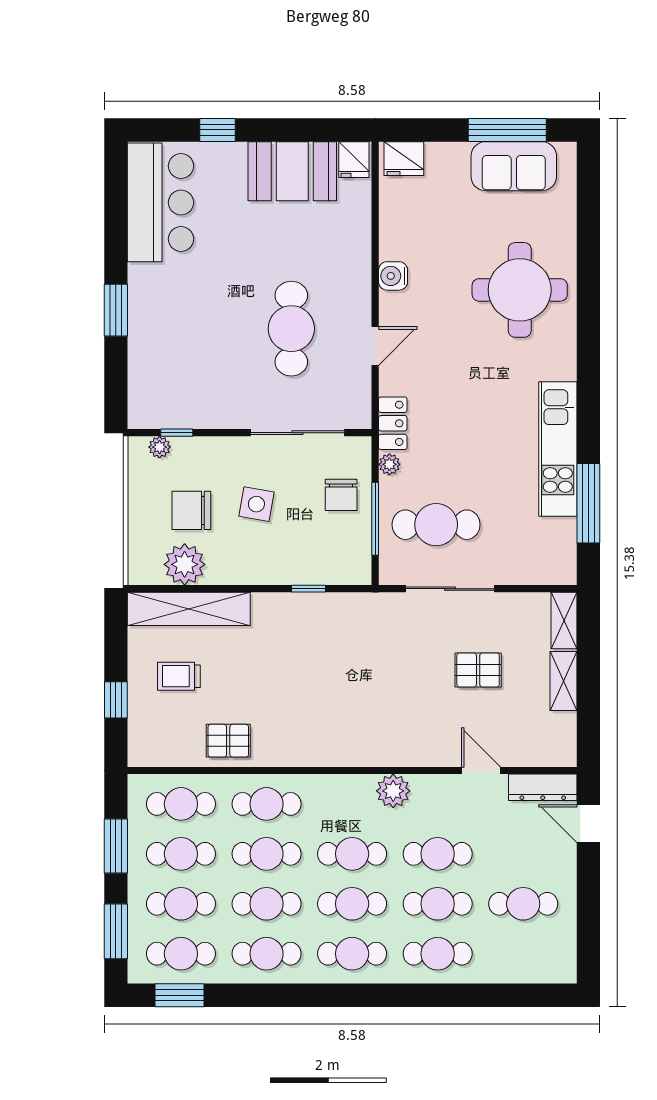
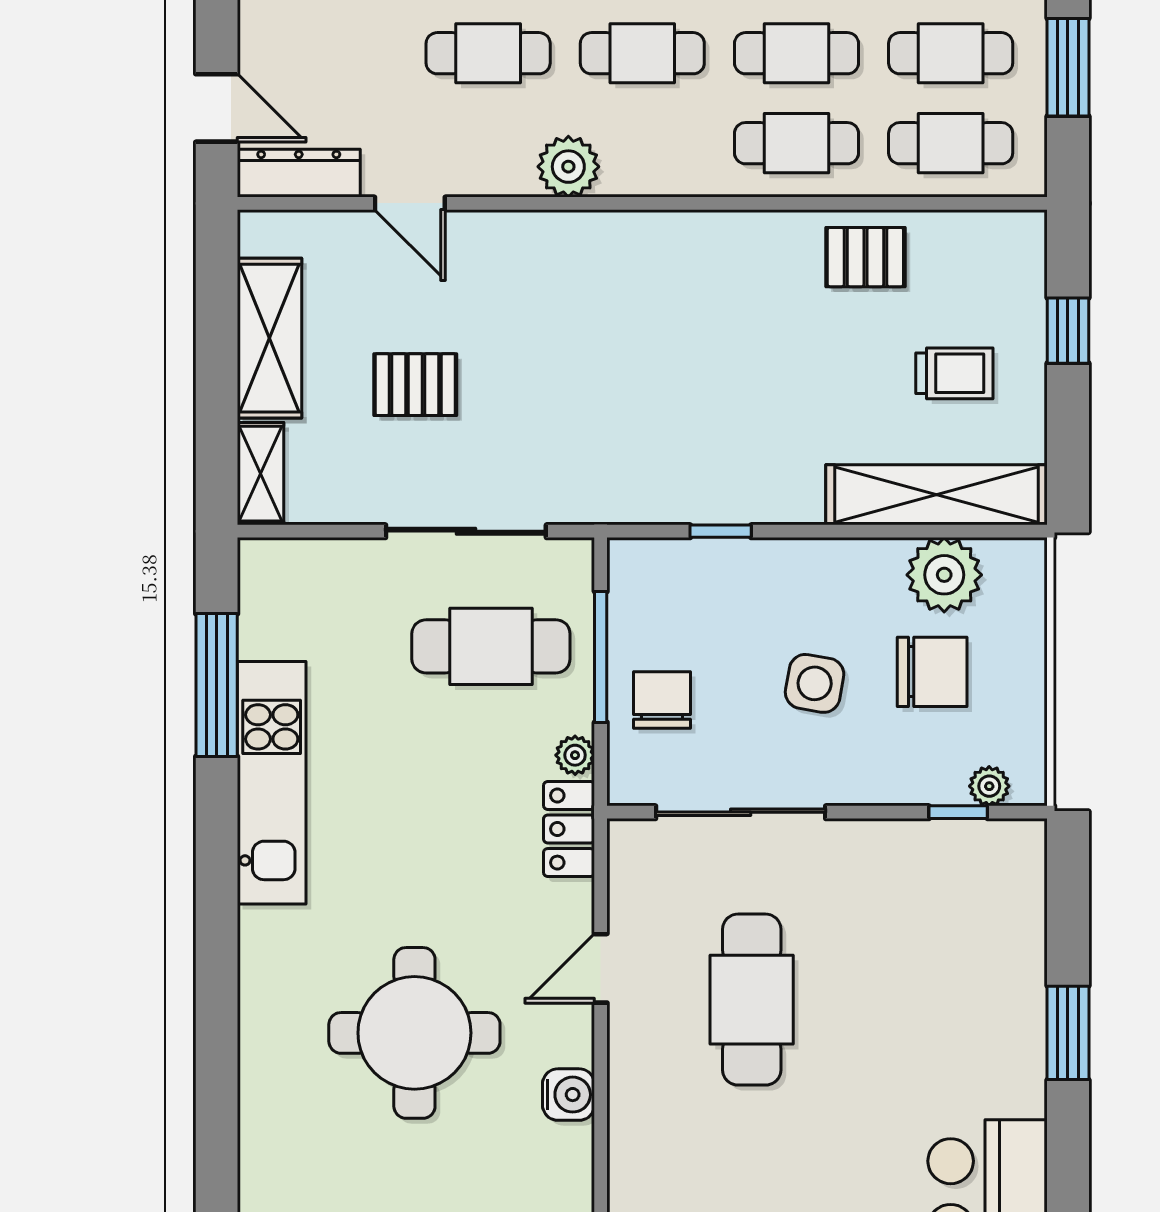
round table: (520, 290) -> (414, 1033), moved
shelving: (563, 681) -> (269, 338), width x1.50, depth x1.33

